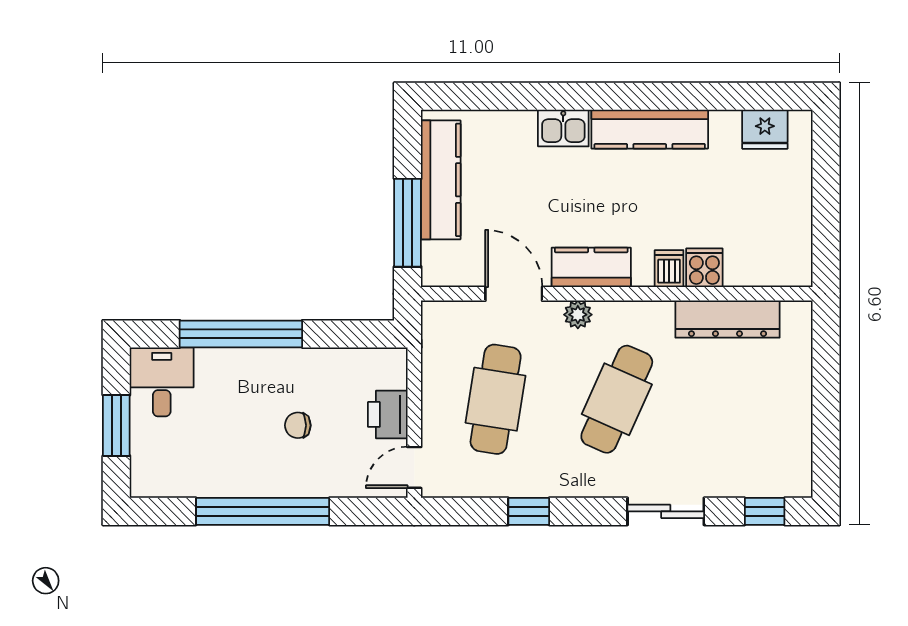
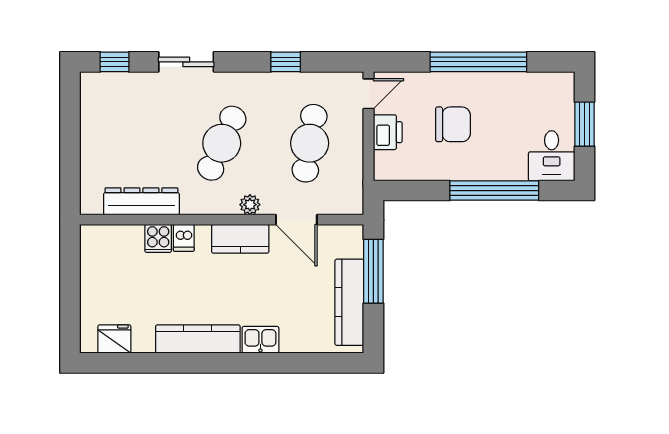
chair: (298, 425) -> (453, 124), width x1.87, depth x1.87

